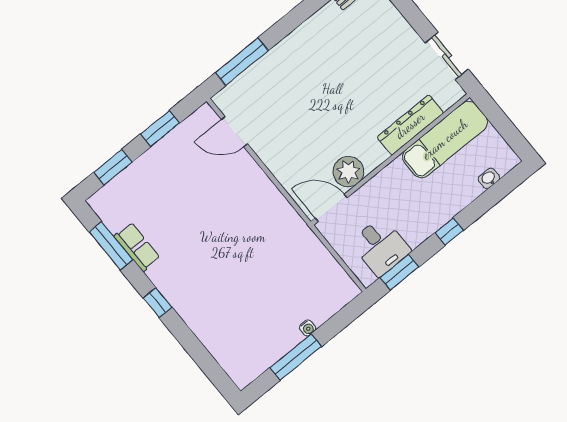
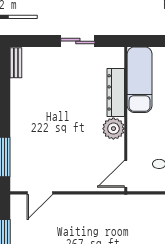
sliding door: (447, 56) -> (78, 41), moved
plant: (348, 172) -> (113, 129), moved

